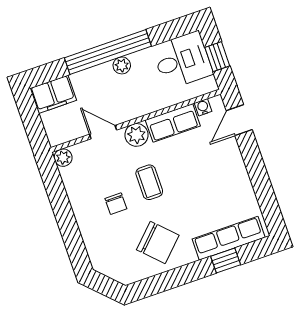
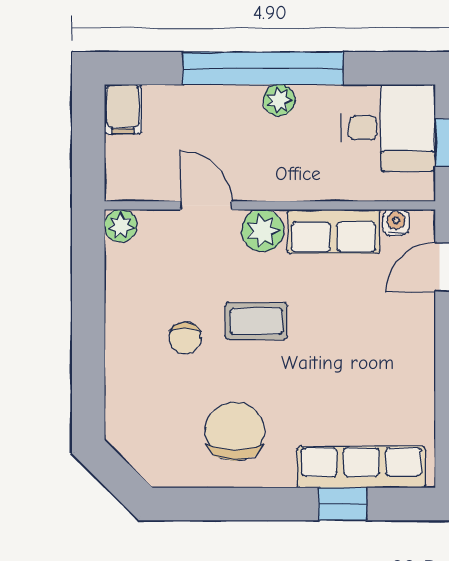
filing cabinet: (53, 94) -> (123, 109), width x0.50
coffee table: (149, 182) -> (256, 321), turned 90
chair: (158, 242) -> (235, 431), turned -135

